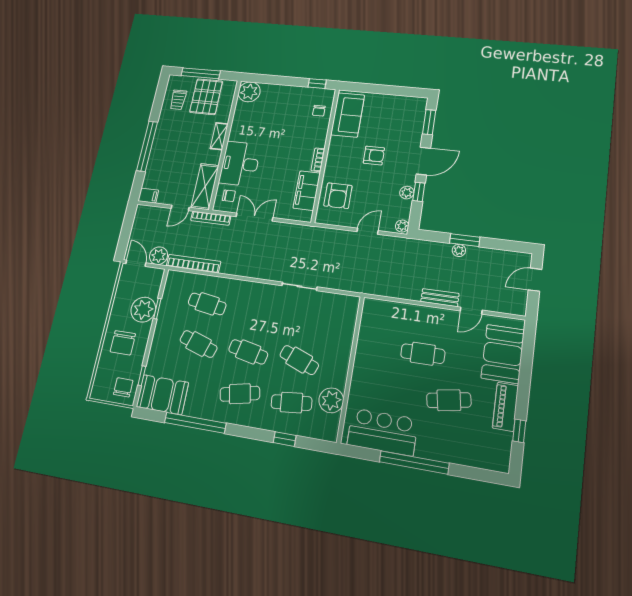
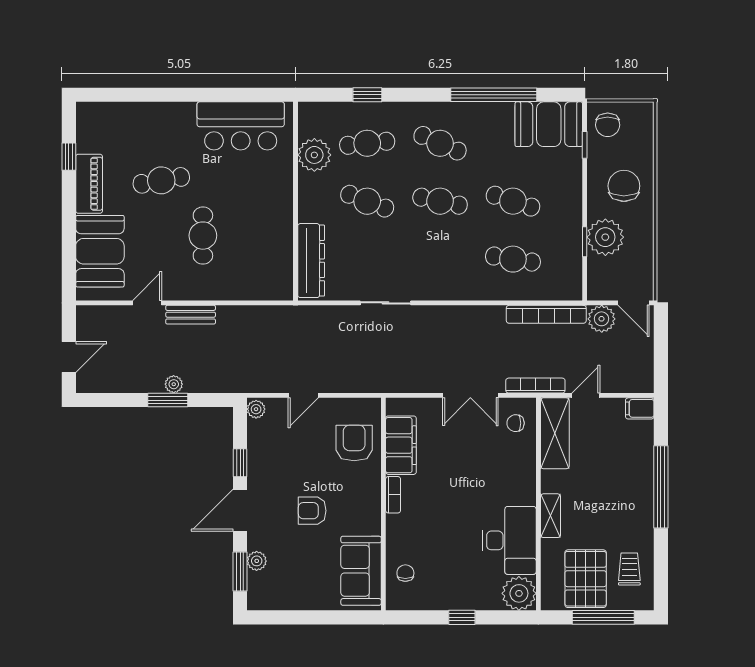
window: (317, 84) -> (462, 617), moved
desk: (240, 164) -> (509, 540), moved
plant: (407, 193) -> (257, 561), moved
dresser: (347, 324) -> (311, 261), added
cafe table: (423, 354) -> (203, 236), turned 90
cafe table: (240, 394) -> (440, 143), turned 36
window: (414, 463) -> (195, 95), removed

